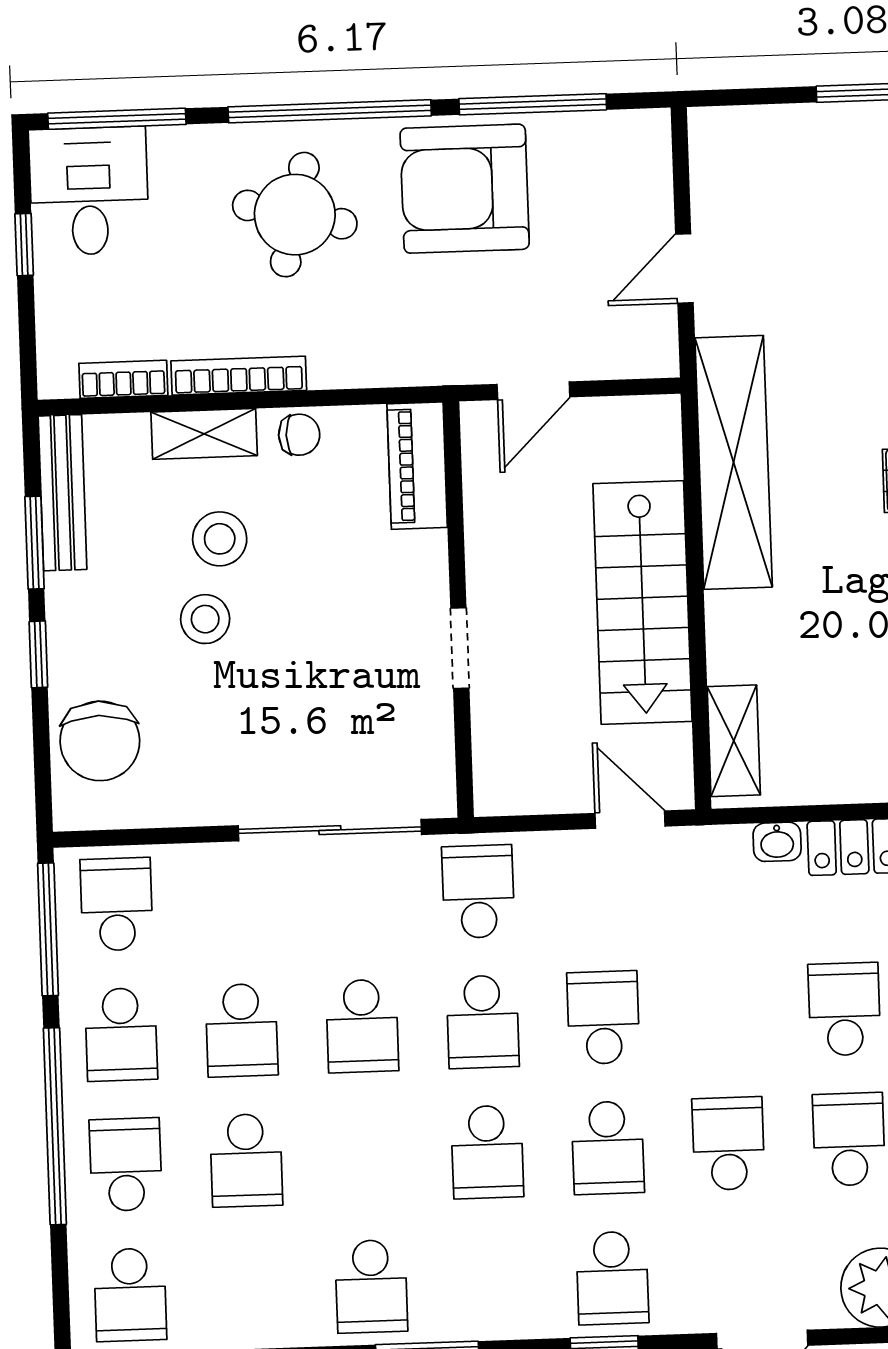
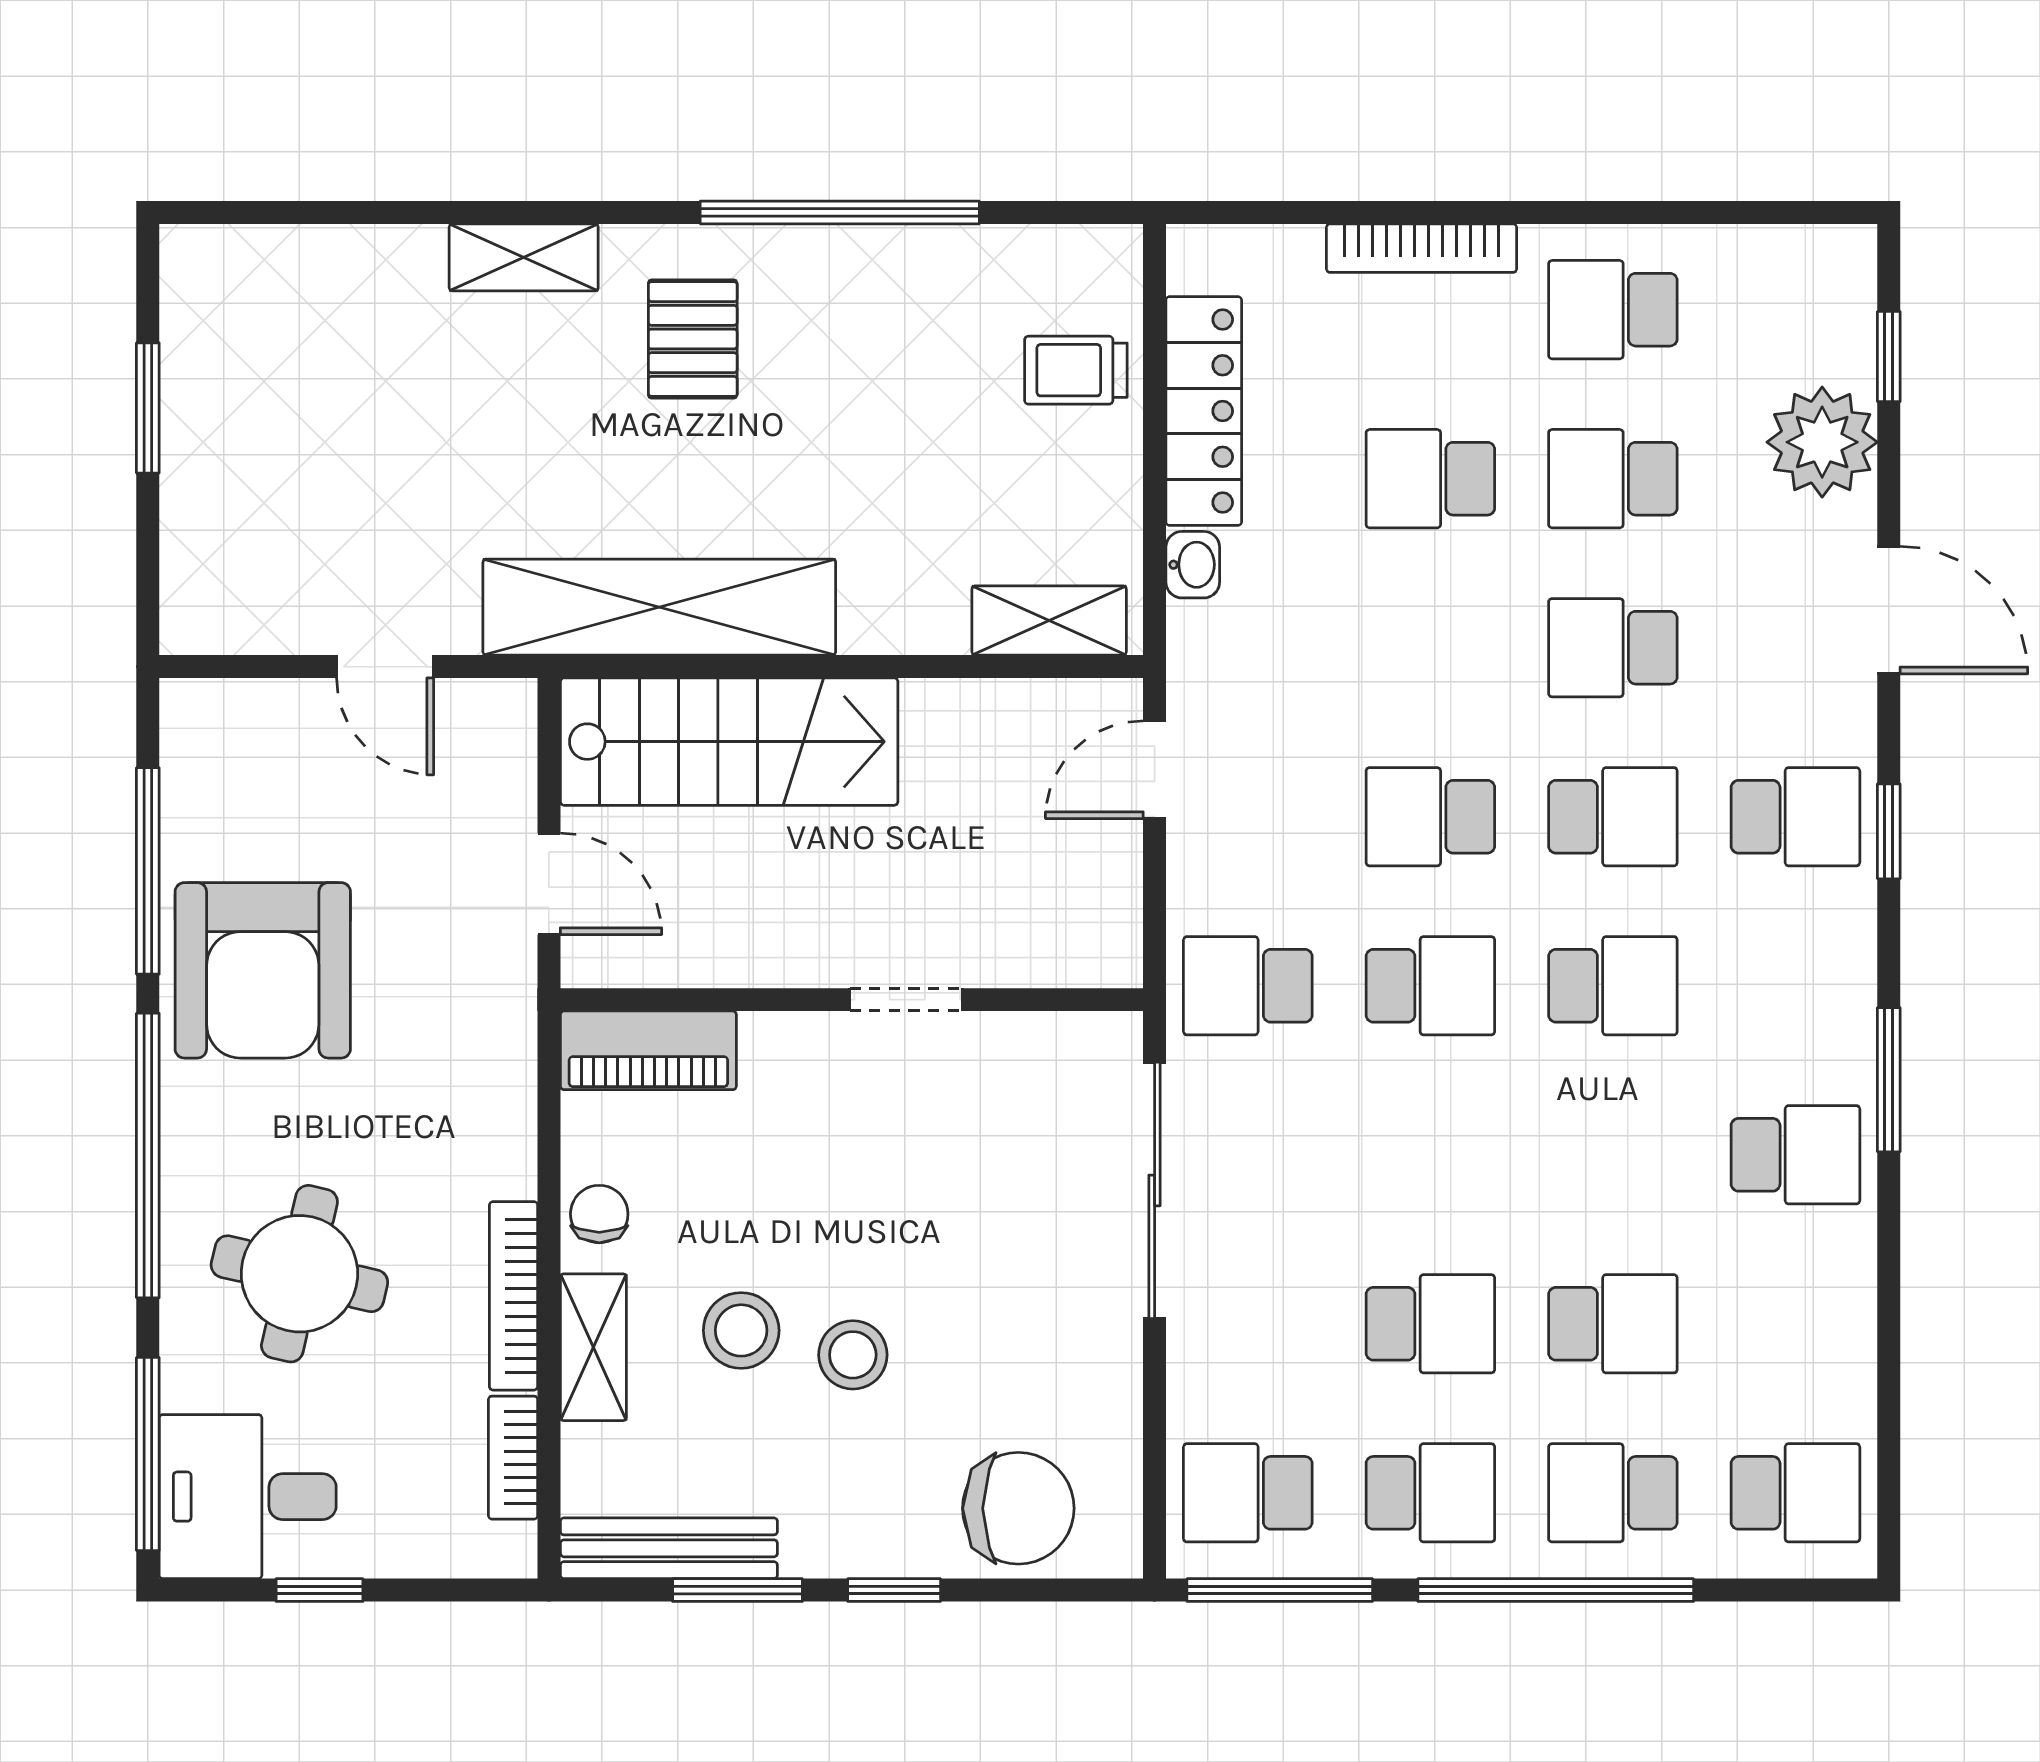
round table: (295, 215) -> (299, 1274), moved
stairs: (642, 603) -> (729, 742), moved
school desk: (362, 1026) -> (1430, 1155), removed

